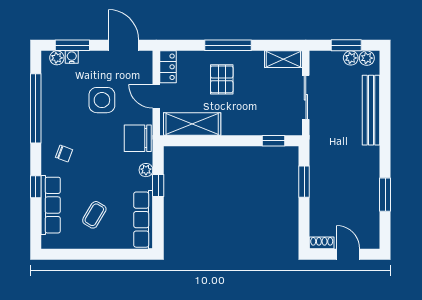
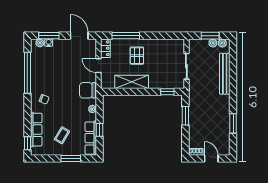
window: (228, 45) -> (126, 36), moved
shelving: (283, 59) -> (173, 44), removed
side table: (102, 100) -> (66, 68), removed
shelving: (192, 124) -> (132, 82), moved
window: (158, 186) -> (100, 130), moved
window: (36, 187) -> (27, 143), moved
window: (109, 254) -> (71, 159), added

